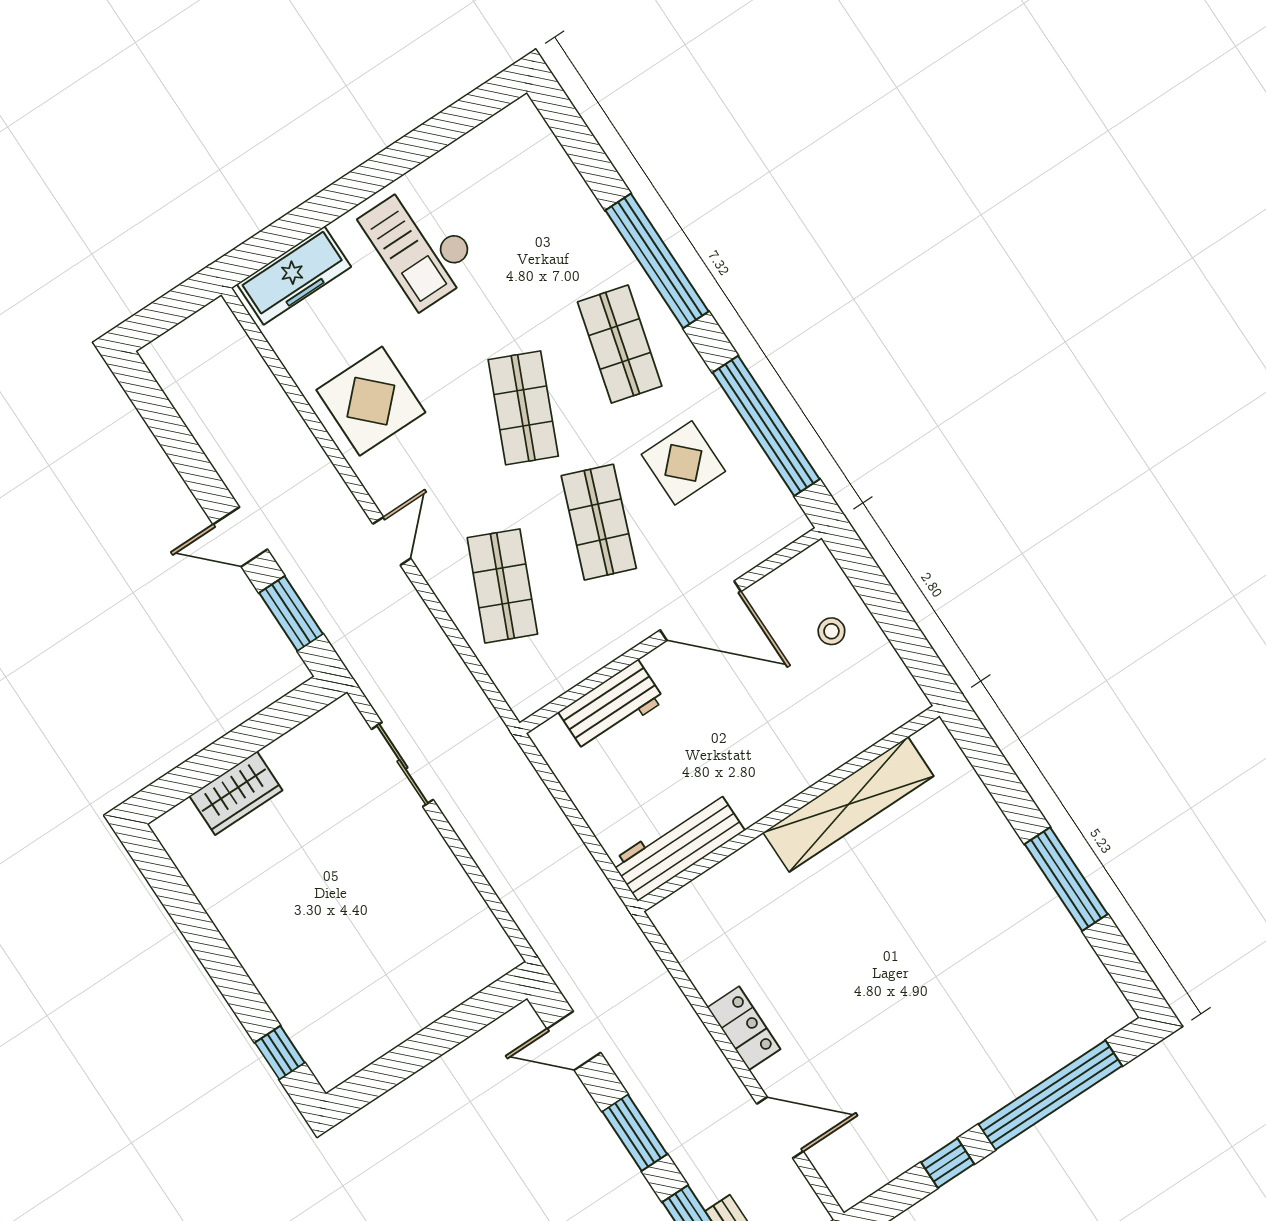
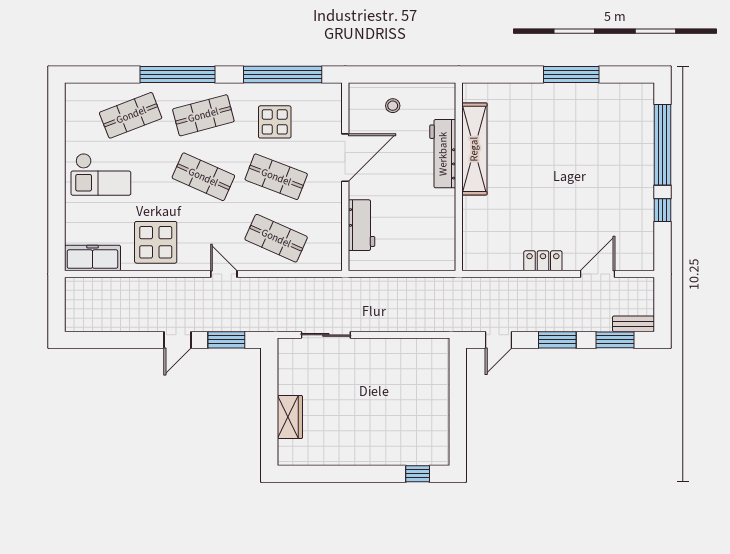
shop shelf: (544, 230) -> (131, 115), added
freezer: (294, 276) -> (92, 258), moved, turned -90
shop shelf: (620, 344) -> (203, 115), turned -30
workbench: (678, 846) -> (443, 154), moved

